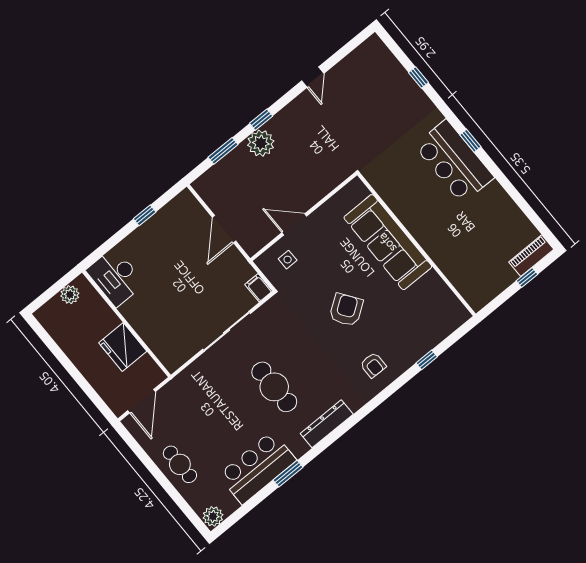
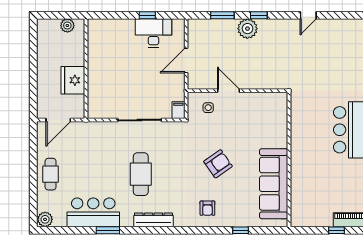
sofa: (388, 242) -> (274, 184), moved
desk: (115, 277) -> (154, 33), moved, turned 90

